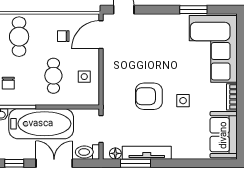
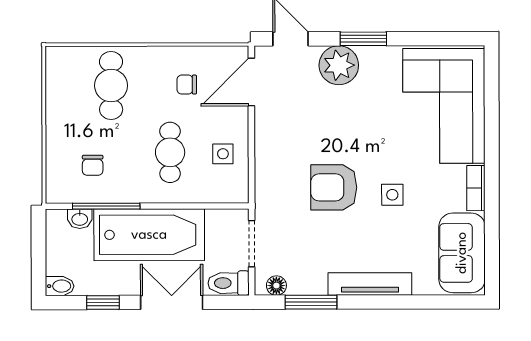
window: (193, 10) -> (363, 39), moved
plant: (152, 25) -> (339, 65), added
tv unit: (147, 153) -> (370, 284), moved

